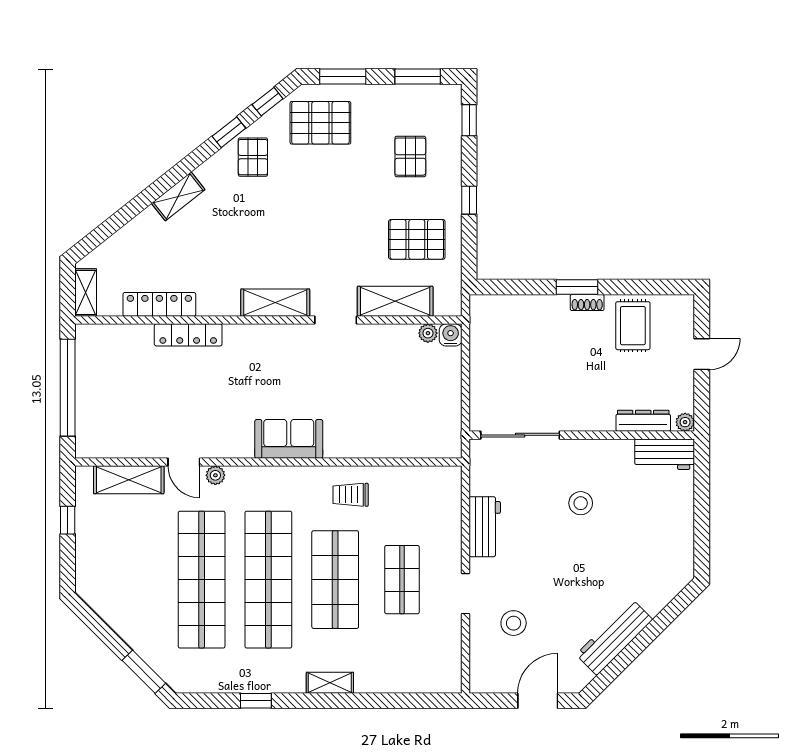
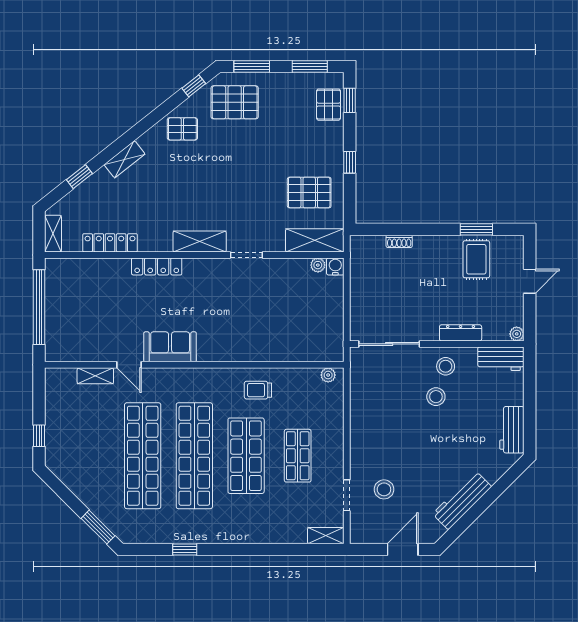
window: (229, 132) -> (79, 177), moved
pallet: (253, 157) -> (182, 129), turned 90
pallet: (410, 157) -> (329, 105), moved
window: (577, 287) -> (476, 229), moved
shelving: (395, 301) -> (315, 240), moved
shoe rack: (587, 303) -> (399, 241), moved
locker: (188, 335) -> (157, 266), moved
dresser: (643, 421) -> (461, 333), moved
sofa: (289, 439) -> (170, 347), moved
stool: (593, 464) -> (446, 366), added
plant: (215, 475) -> (328, 375), moved
shelving: (129, 480) -> (95, 376), width x0.67, depth x0.75
window: (68, 520) -> (39, 436), moved
workbench: (485, 527) -> (512, 430), moved, turned 180
doorway: (465, 594) -> (347, 495), moved
shelving: (330, 683) -> (326, 536), moved

